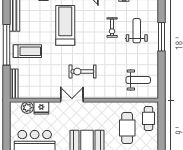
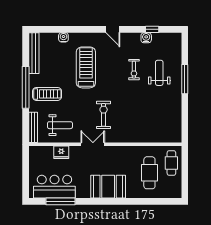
exercise bike: (82, 72) -> (104, 115), turned 90
weight bench: (138, 80) -> (60, 125), moved
plant: (27, 108) -> (47, 152), removed

